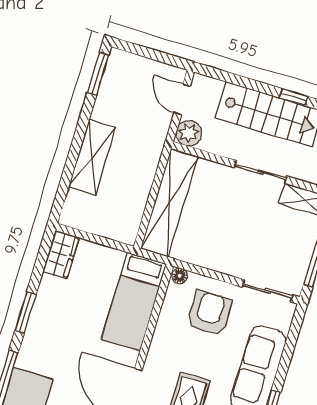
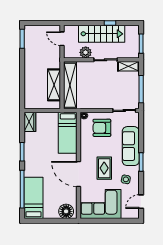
plant: (189, 133) -> (86, 52), moved
shelving: (92, 157) -> (54, 85), moved
armchair: (209, 313) -> (102, 128), turned -90

